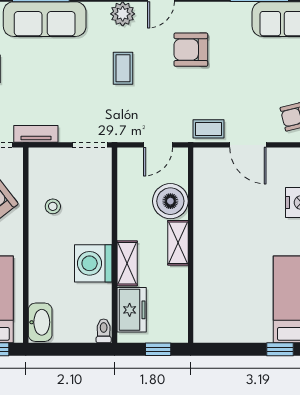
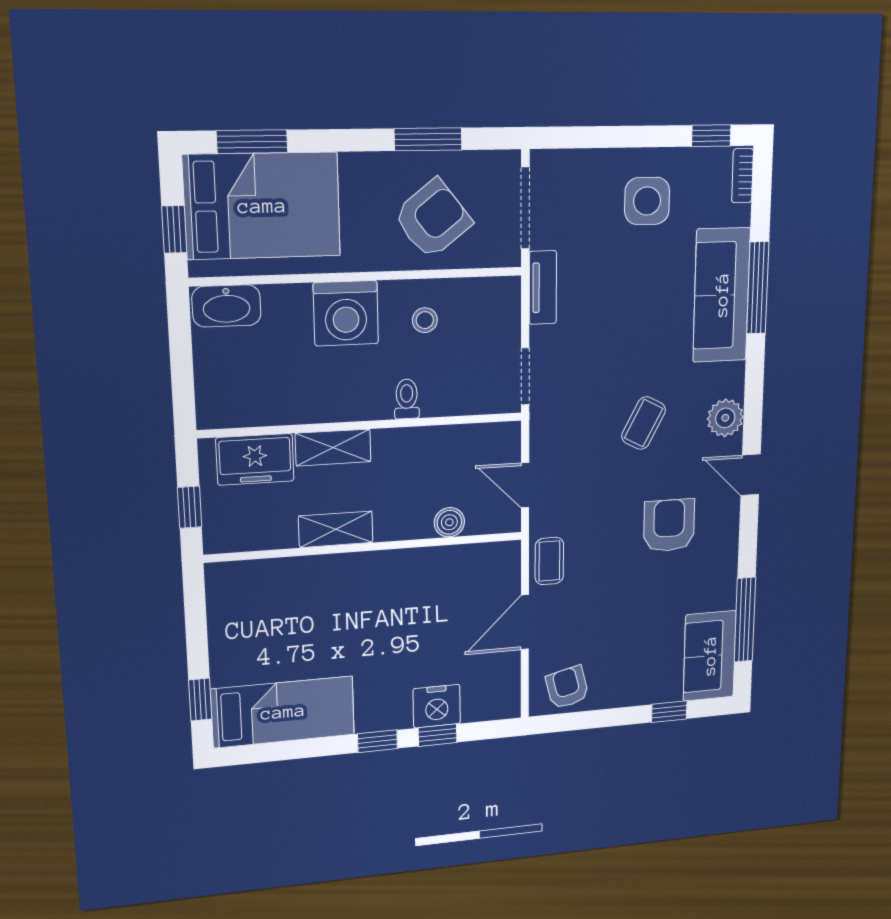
coffee table: (123, 68) -> (644, 423), turned -62
boiler: (170, 201) -> (449, 522), width x0.54, depth x0.54
shelving: (178, 243) -> (336, 529), moved
washing machine: (93, 263) -> (346, 313), moved, turned 180
toilet: (104, 331) -> (407, 399), moved, turned -90

